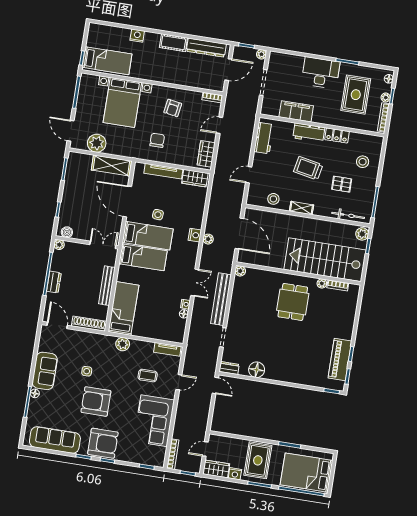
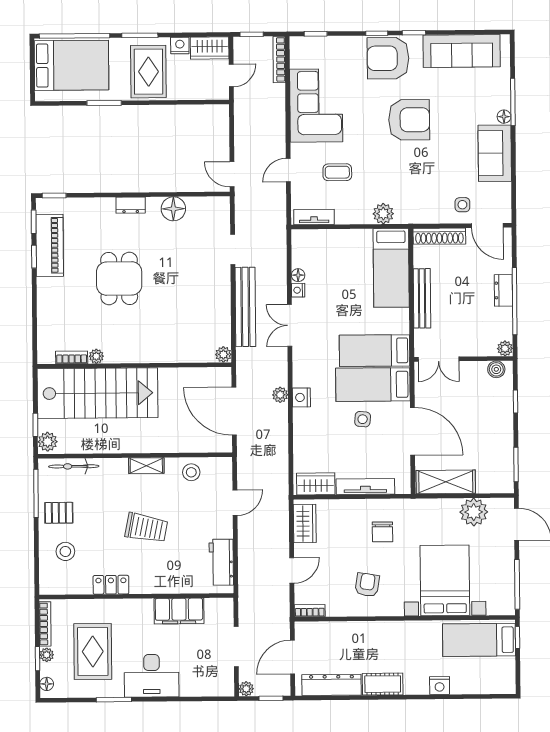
workbench: (309, 133) -> (154, 582), removed
pallet: (342, 184) -> (59, 513), moved
dining table: (293, 302) -> (119, 278), moved
dresser: (229, 368) -> (131, 205), moved
side table: (87, 371) -> (462, 205), moved

